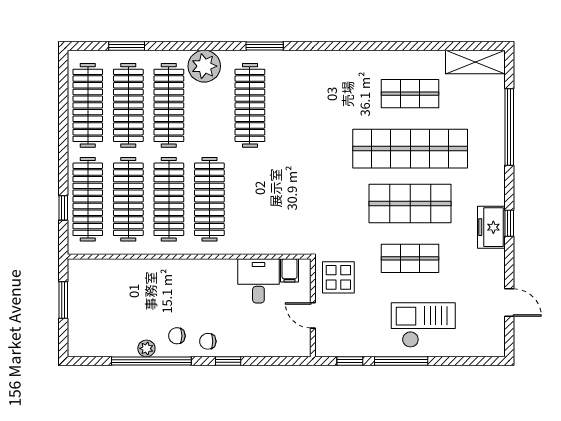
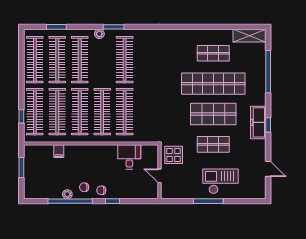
window: (265, 46) -> (114, 27), moved
plant: (204, 66) -> (99, 34), width x0.53, depth x0.53
clothes rail: (250, 199) -> (125, 112), added
freezer: (491, 227) -> (258, 122), width x1.40
filing cabinet: (289, 270) -> (59, 151), moved
window: (350, 361) -> (180, 201), removed

